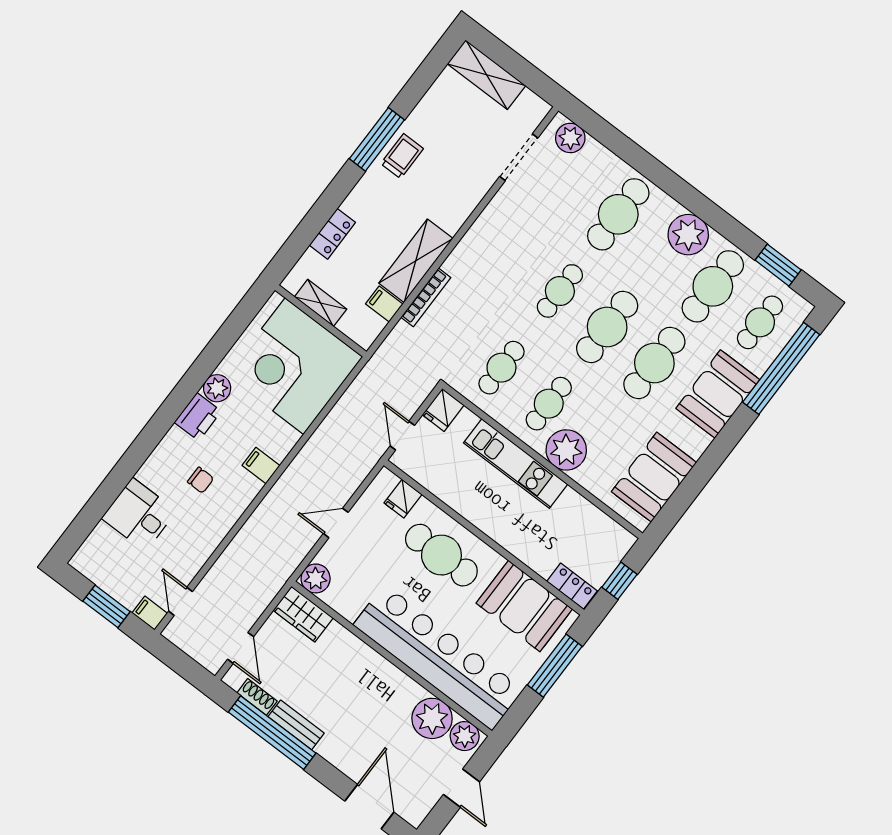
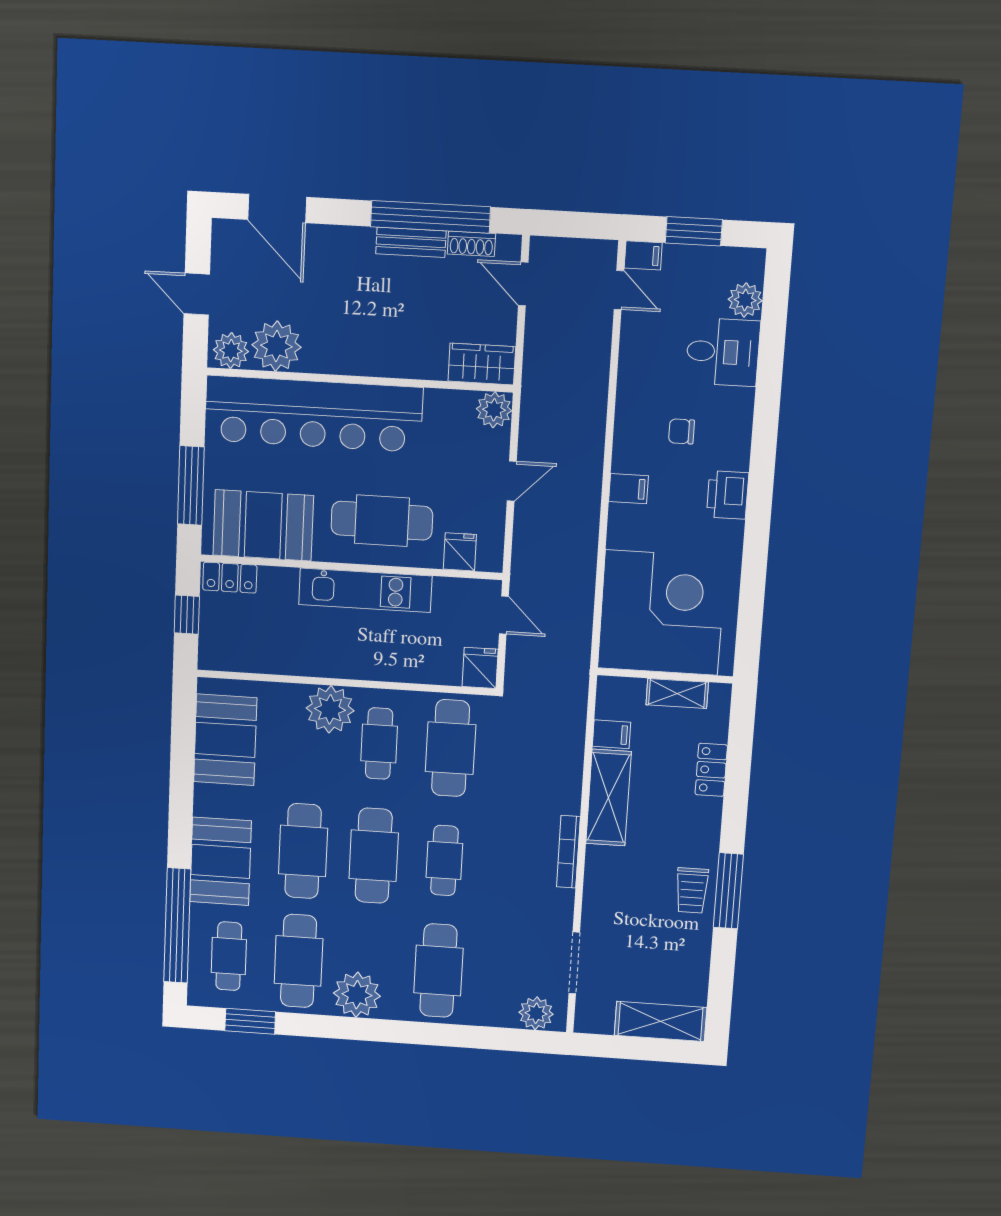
bookcase: (426, 297) -> (568, 852), moved
cafe table: (501, 368) -> (451, 748), width x1.37, depth x1.35
plant: (217, 388) -> (745, 300), moved
kitchen unit: (516, 464) -> (365, 590), moved, turned 180

